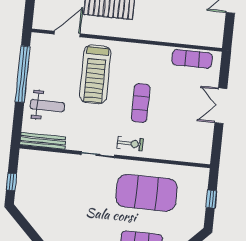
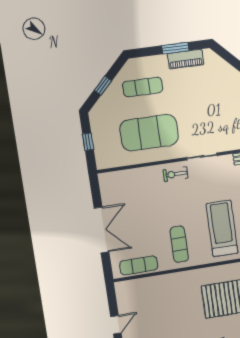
exercise mat: (141, 103) -> (179, 244), moved
double door: (221, 106) -> (101, 230), width x1.37

